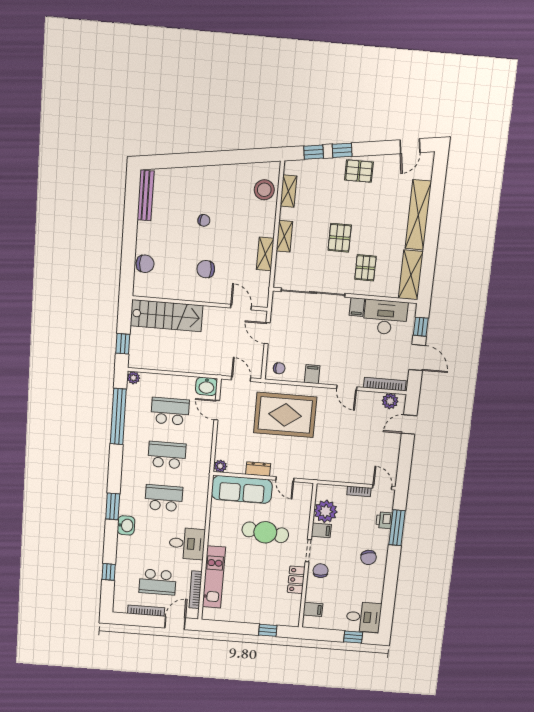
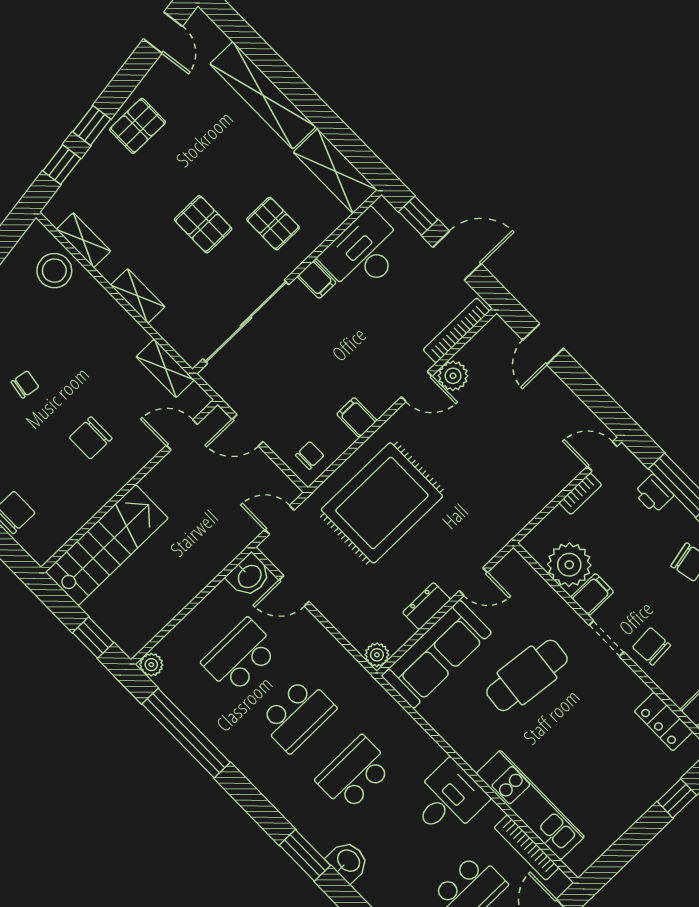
shelving: (265, 254) -> (165, 368), moved
plant: (390, 401) -> (453, 376), moved
school desk: (167, 455) -> (297, 715), turned 180
locker: (296, 580) -> (664, 722), moved

